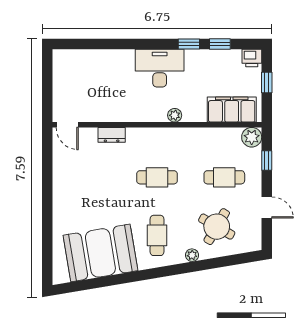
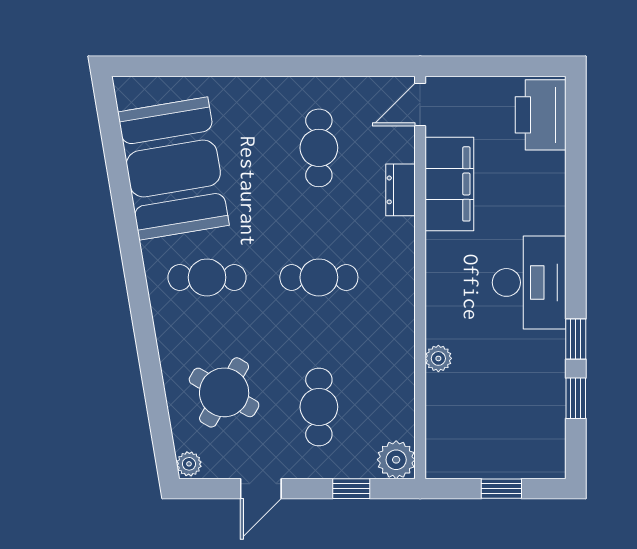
printer: (252, 58) -> (541, 115), moved, width x1.87, depth x1.48
filing cabinet: (232, 110) -> (449, 184), moved
plant: (175, 115) -> (438, 358), moved
cafe table: (90, 177) -> (319, 148), added
cafe table: (157, 177) -> (319, 277), turned 90
plant: (192, 255) -> (189, 464), moved

